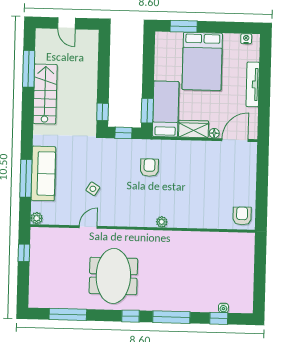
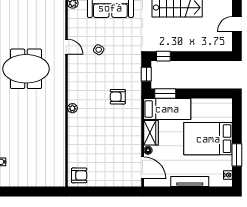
window: (184, 26) -> (237, 155), moved
armchair: (149, 168) -> (118, 97), turned 180

